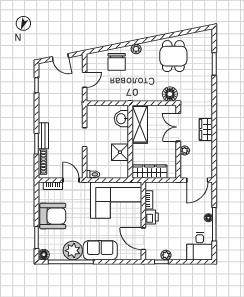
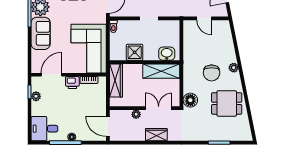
chair: (117, 62) -> (212, 73), moved, turned -90

